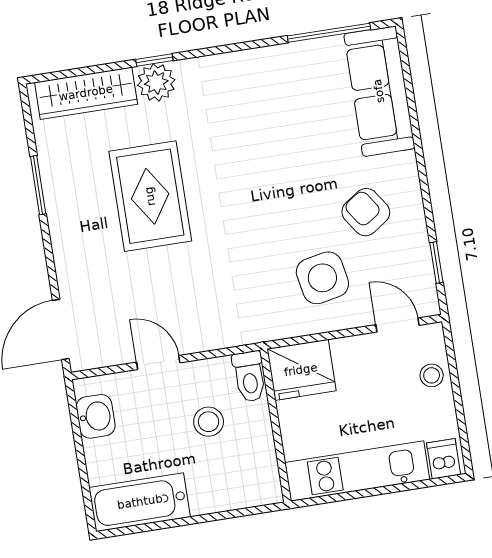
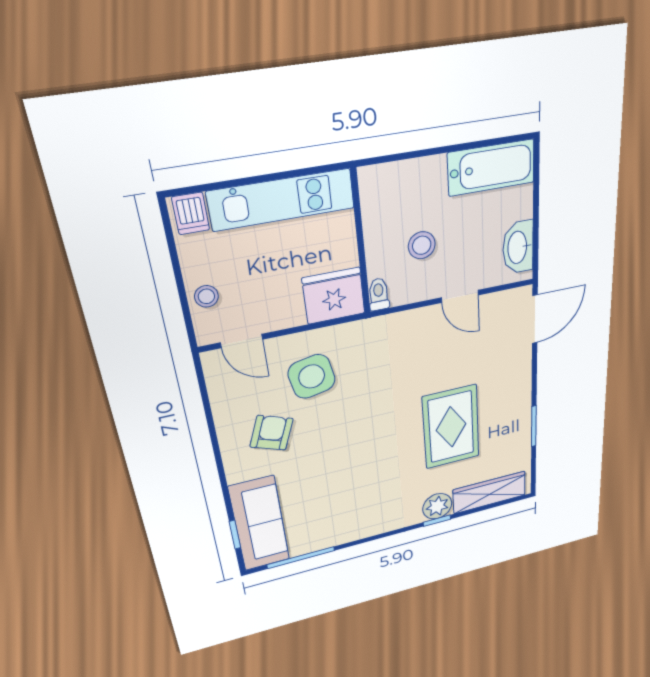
armchair: (366, 212) -> (272, 433), turned -125
window: (436, 262) -> (235, 535), moved
toilet: (249, 376) -> (379, 294), width x0.73, depth x0.72
washbasin: (96, 416) -> (518, 247), width x1.38

